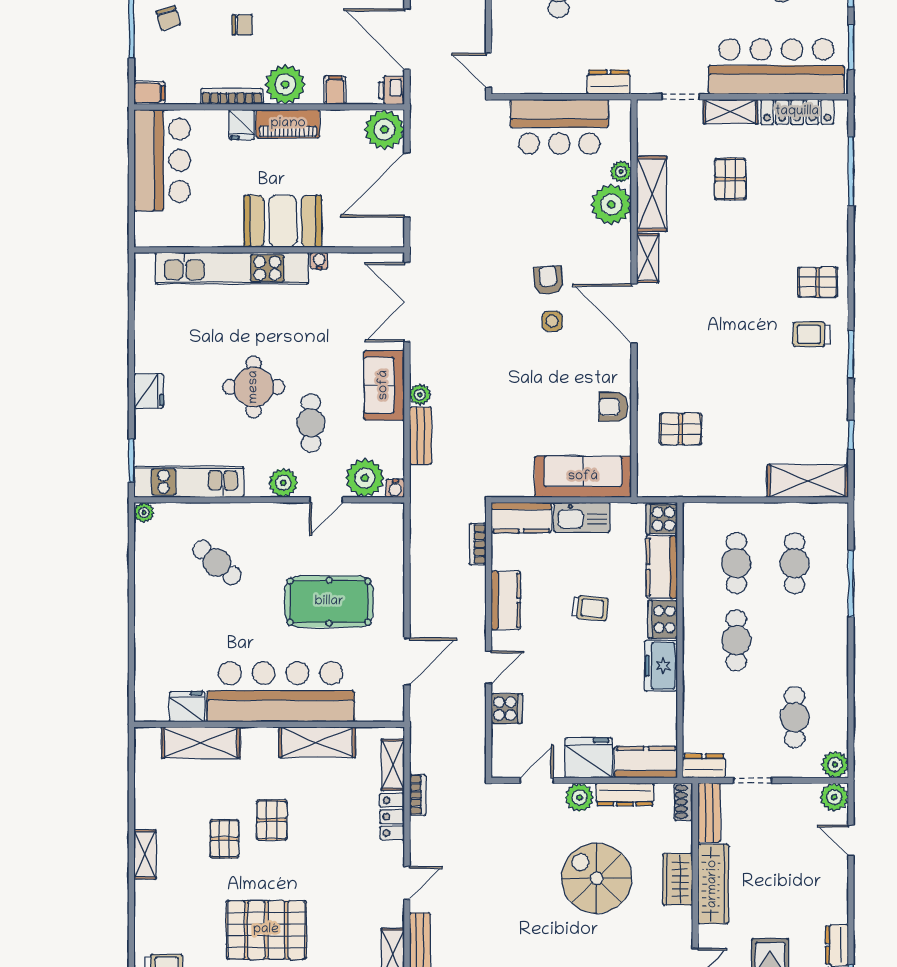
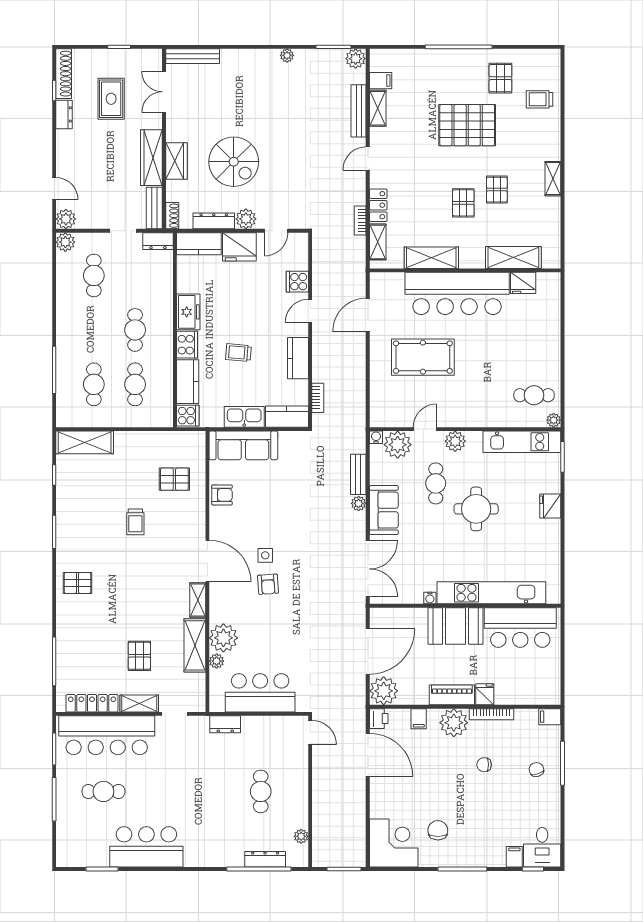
bar counter: (162, 160) -> (520, 627), moved, turned -90
trolley: (811, 334) -> (135, 522), moved, turned 90
cafe table: (217, 563) -> (534, 395), moved, turned -41

